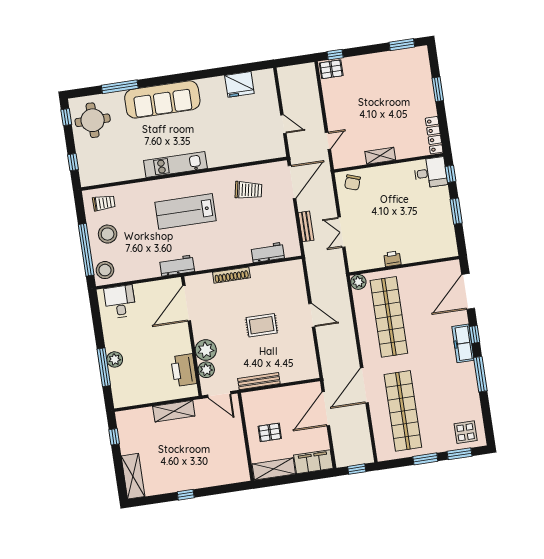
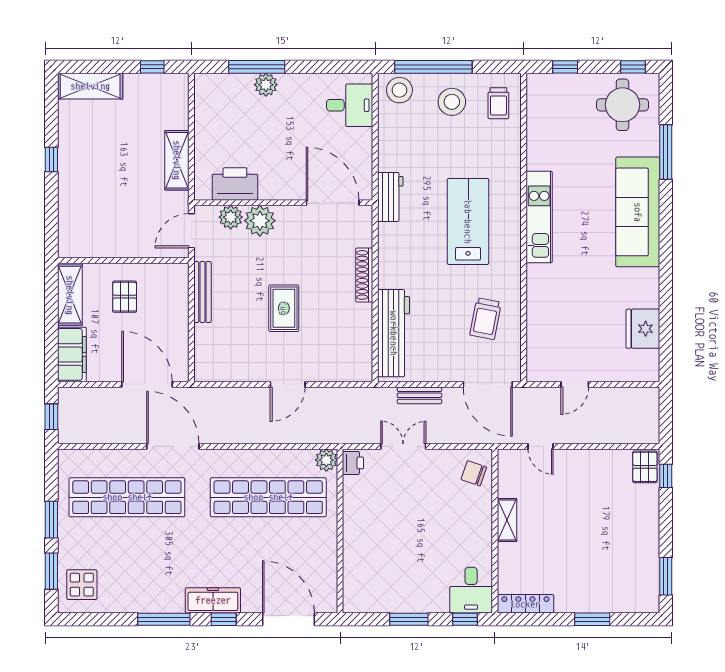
workbench: (268, 252) -> (394, 333), width x1.88, depth x1.32
printer: (392, 259) -> (353, 463), moved

